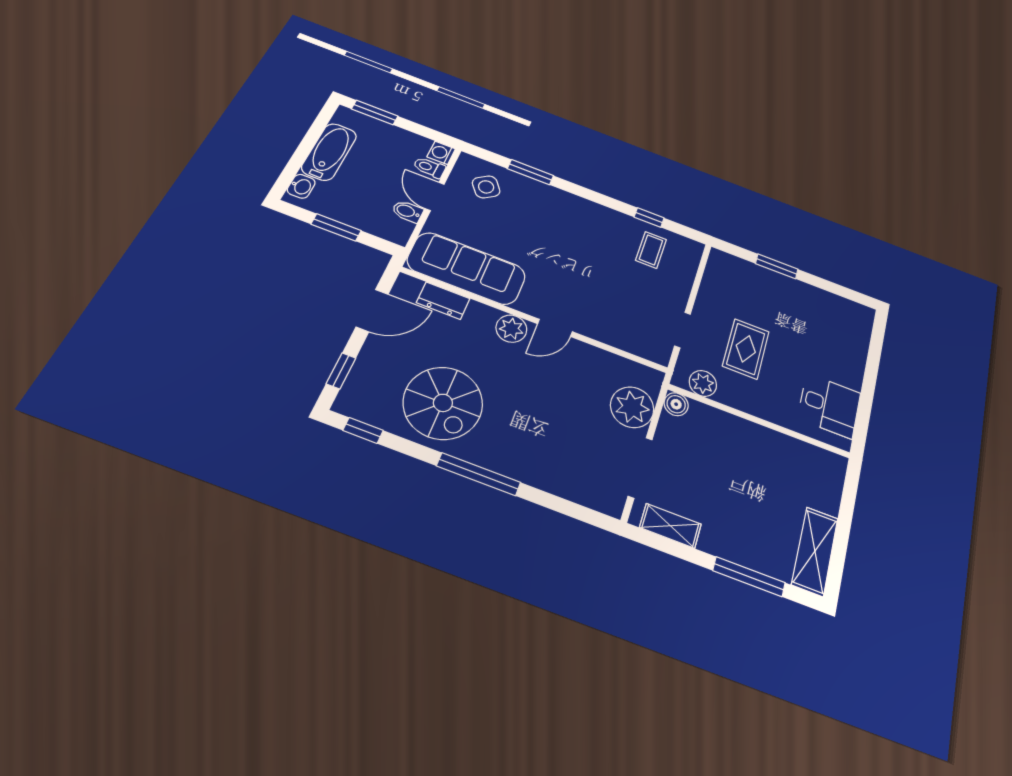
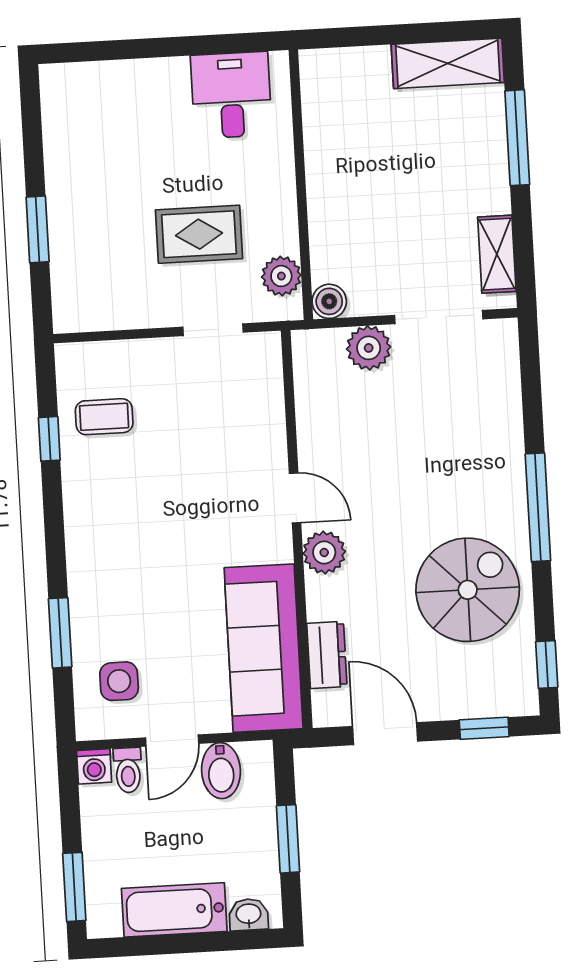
side table: (486, 187) -> (119, 681), turned 36
bidet: (408, 211) -> (221, 771), width x1.38, depth x1.36
plant: (632, 407) -> (369, 348), width x0.73, depth x0.73

